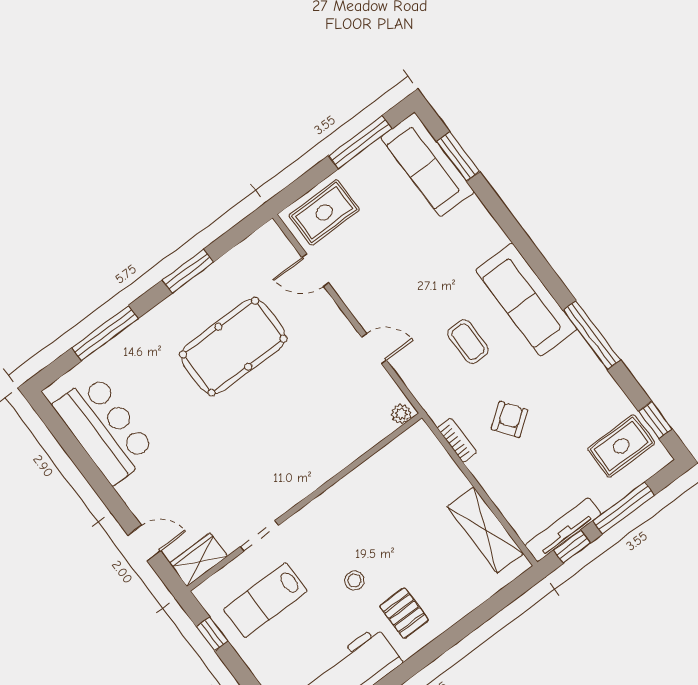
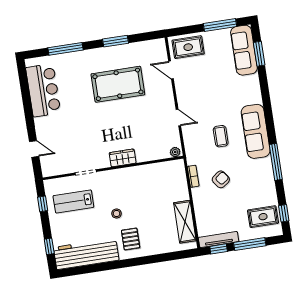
wardrobe: (199, 560) -> (123, 158), moved

